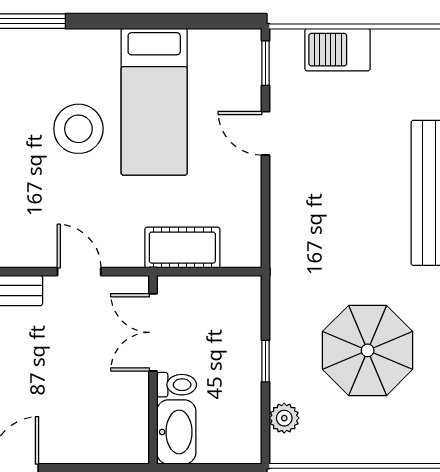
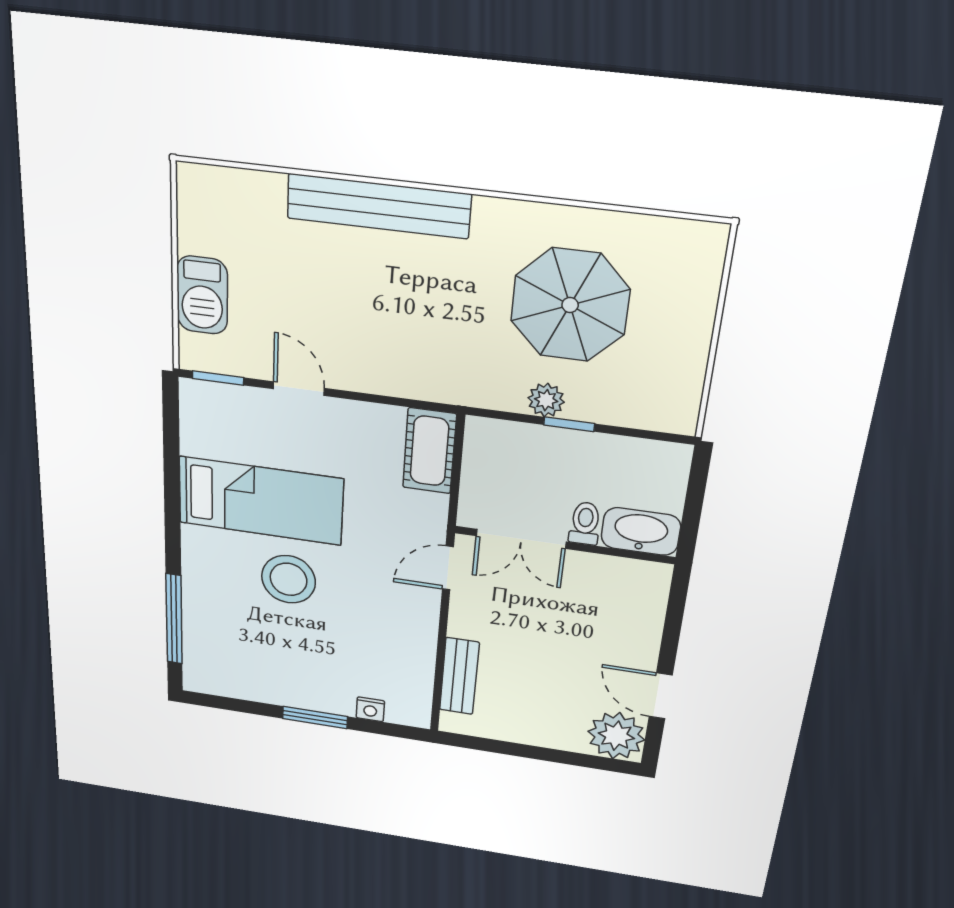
door: (266, 133) -> (299, 389), swing flipped
cot: (182, 248) -> (429, 451), moved
door: (79, 272) -> (448, 568), moved
plant: (284, 418) -> (546, 400), moved

